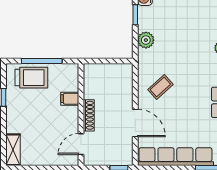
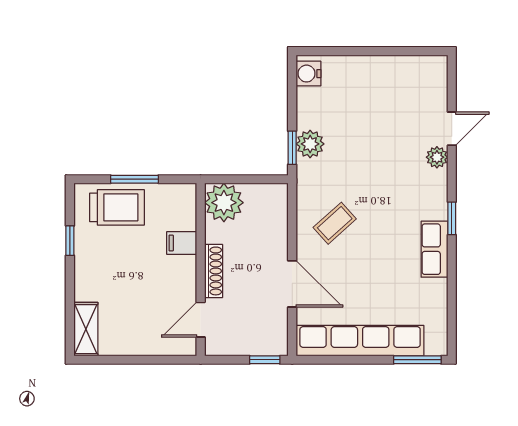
window: (135, 15) -> (292, 148), moved
window: (42, 61) -> (134, 179), width x0.69
plant: (95, 75) -> (224, 203), added

